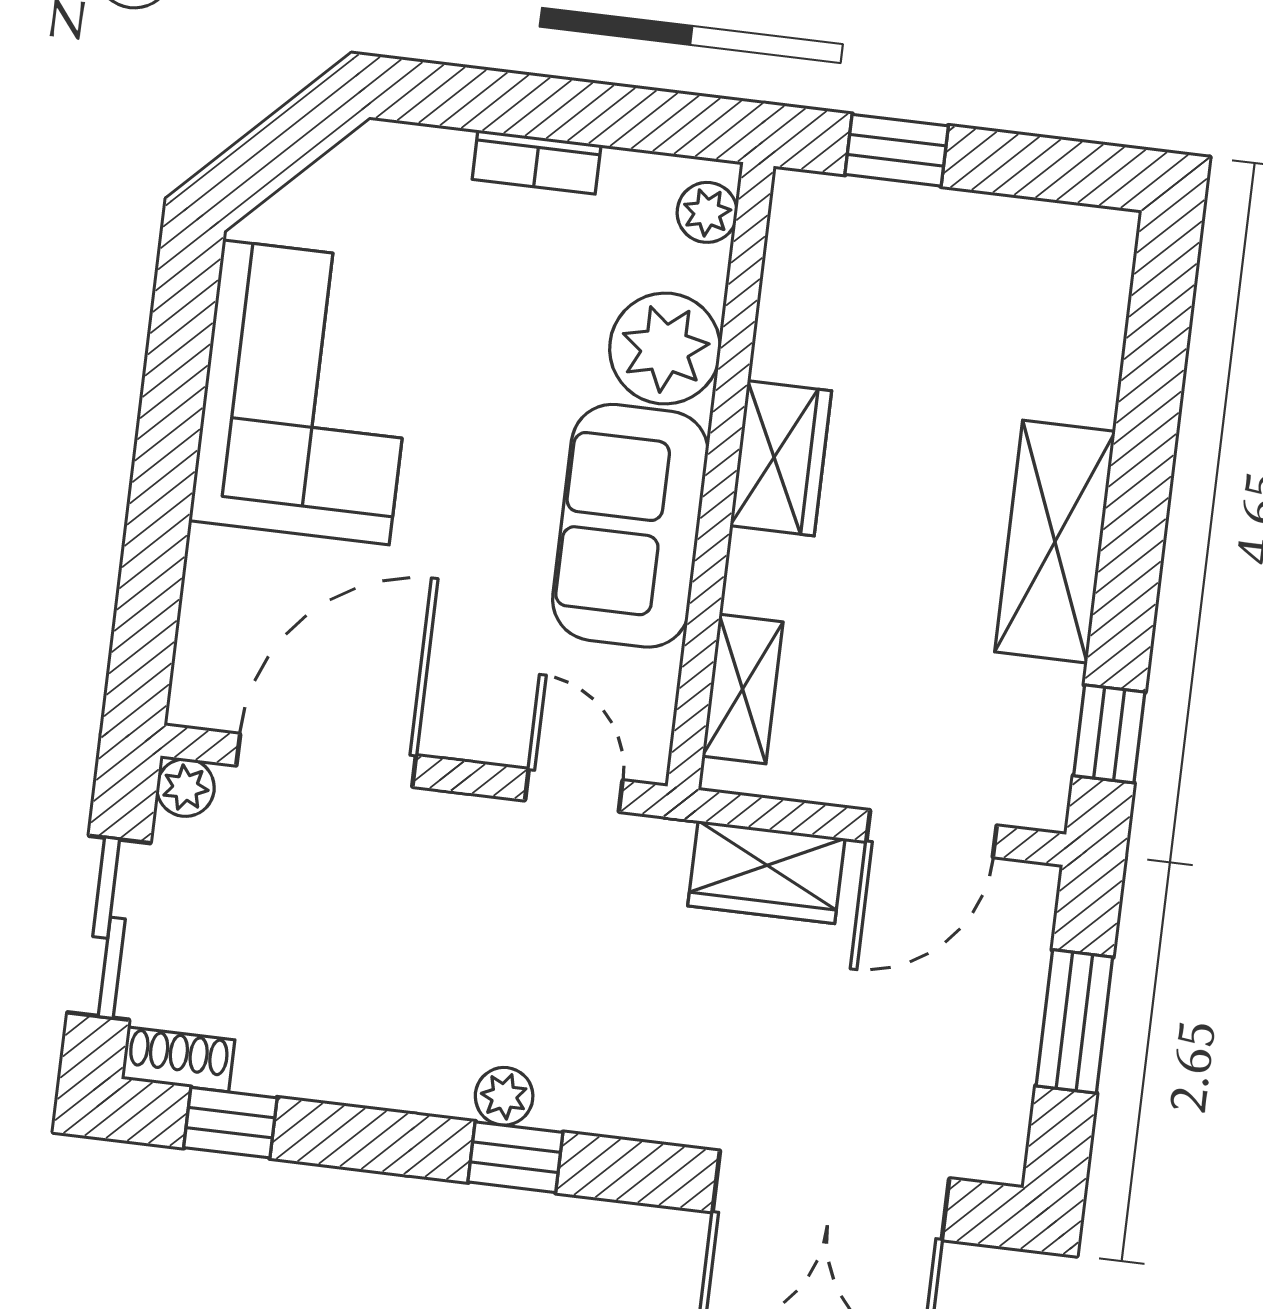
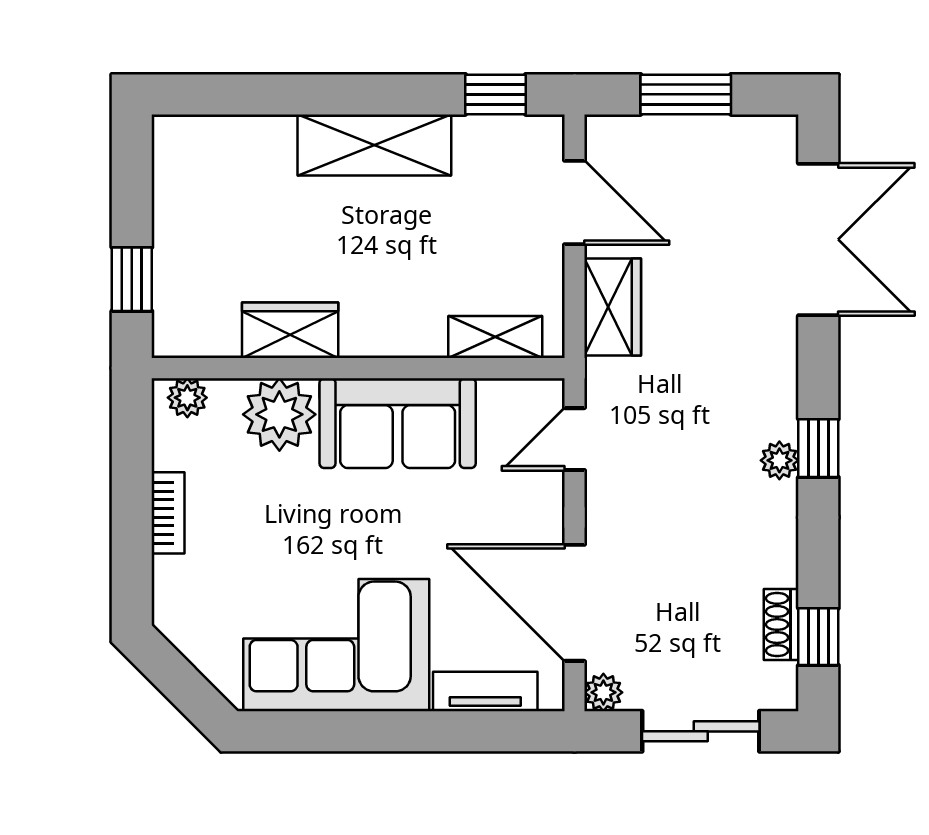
wardrobe: (781, 458) -> (290, 330), moved
tv unit: (209, 609) -> (485, 691), added
shoe rack: (178, 1059) -> (781, 624), moved

